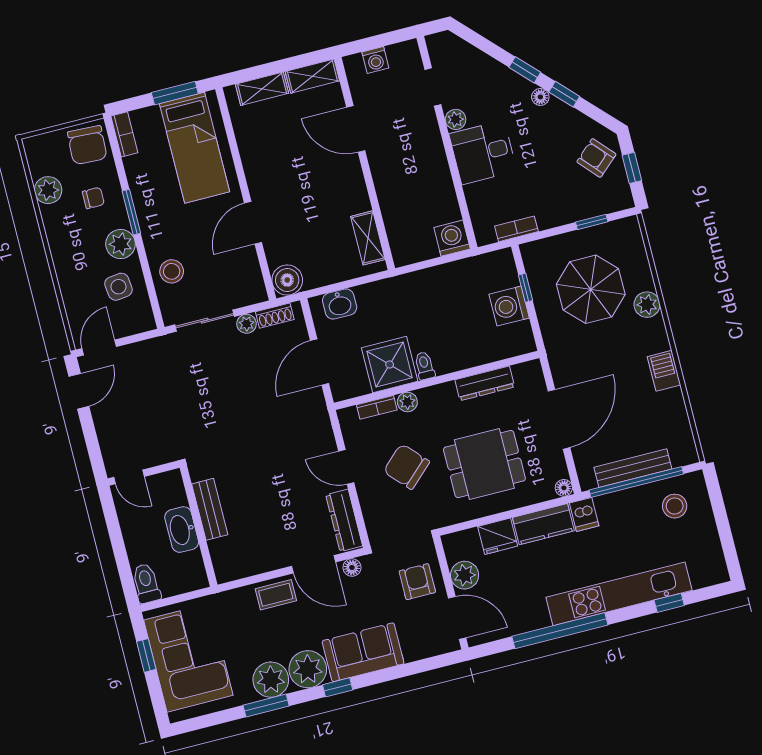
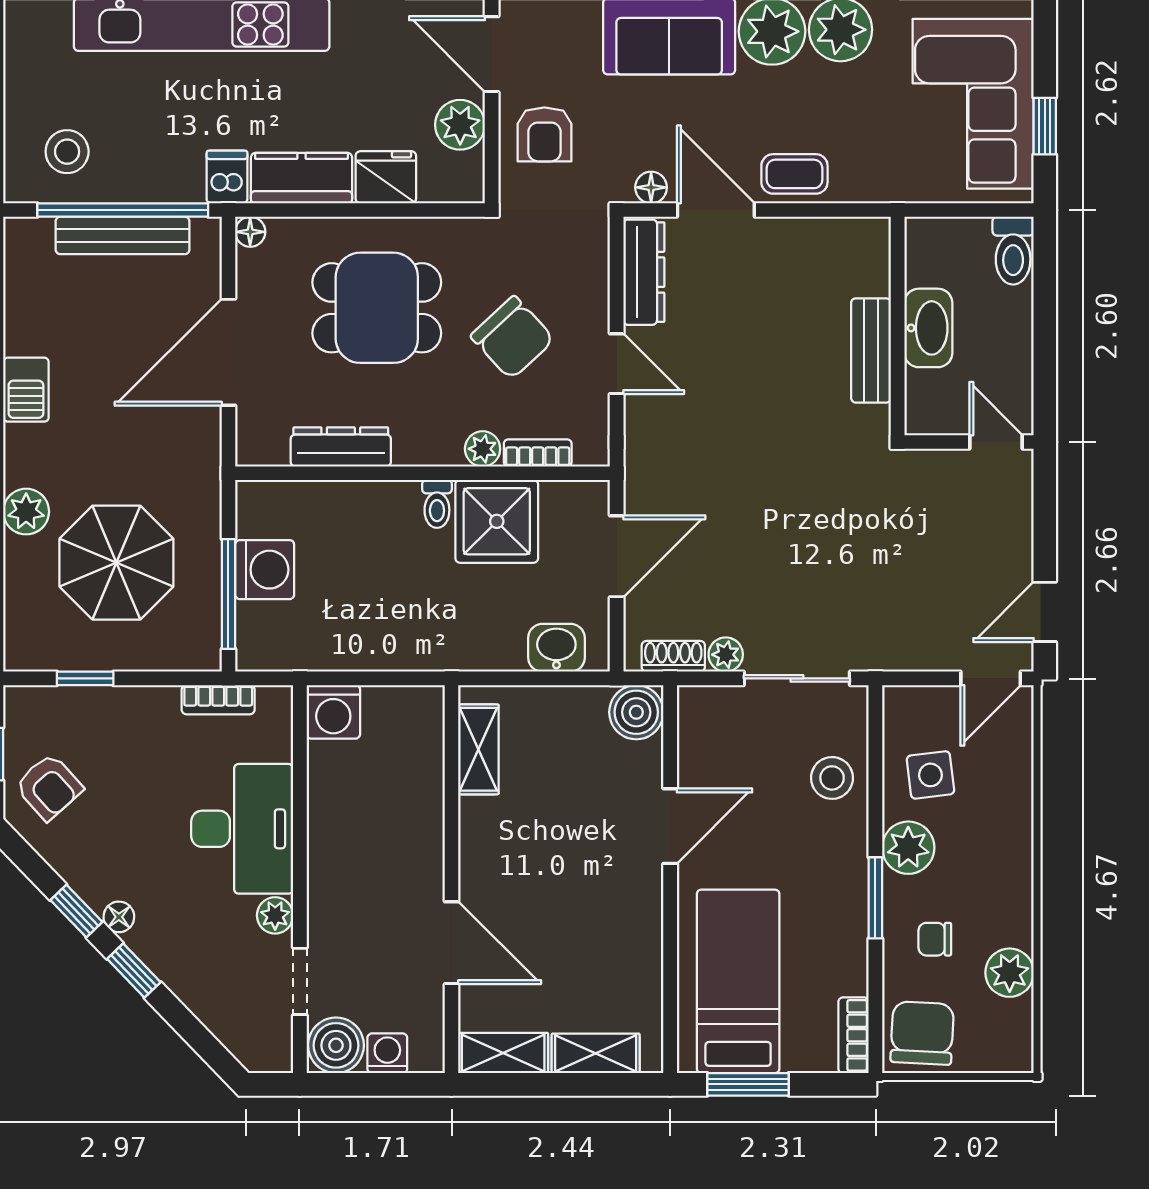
boiler: (404, 57) -> (336, 1045), added
desk: (483, 152) -> (242, 829), width x1.37
window: (525, 288) -> (228, 594), width x2.17

